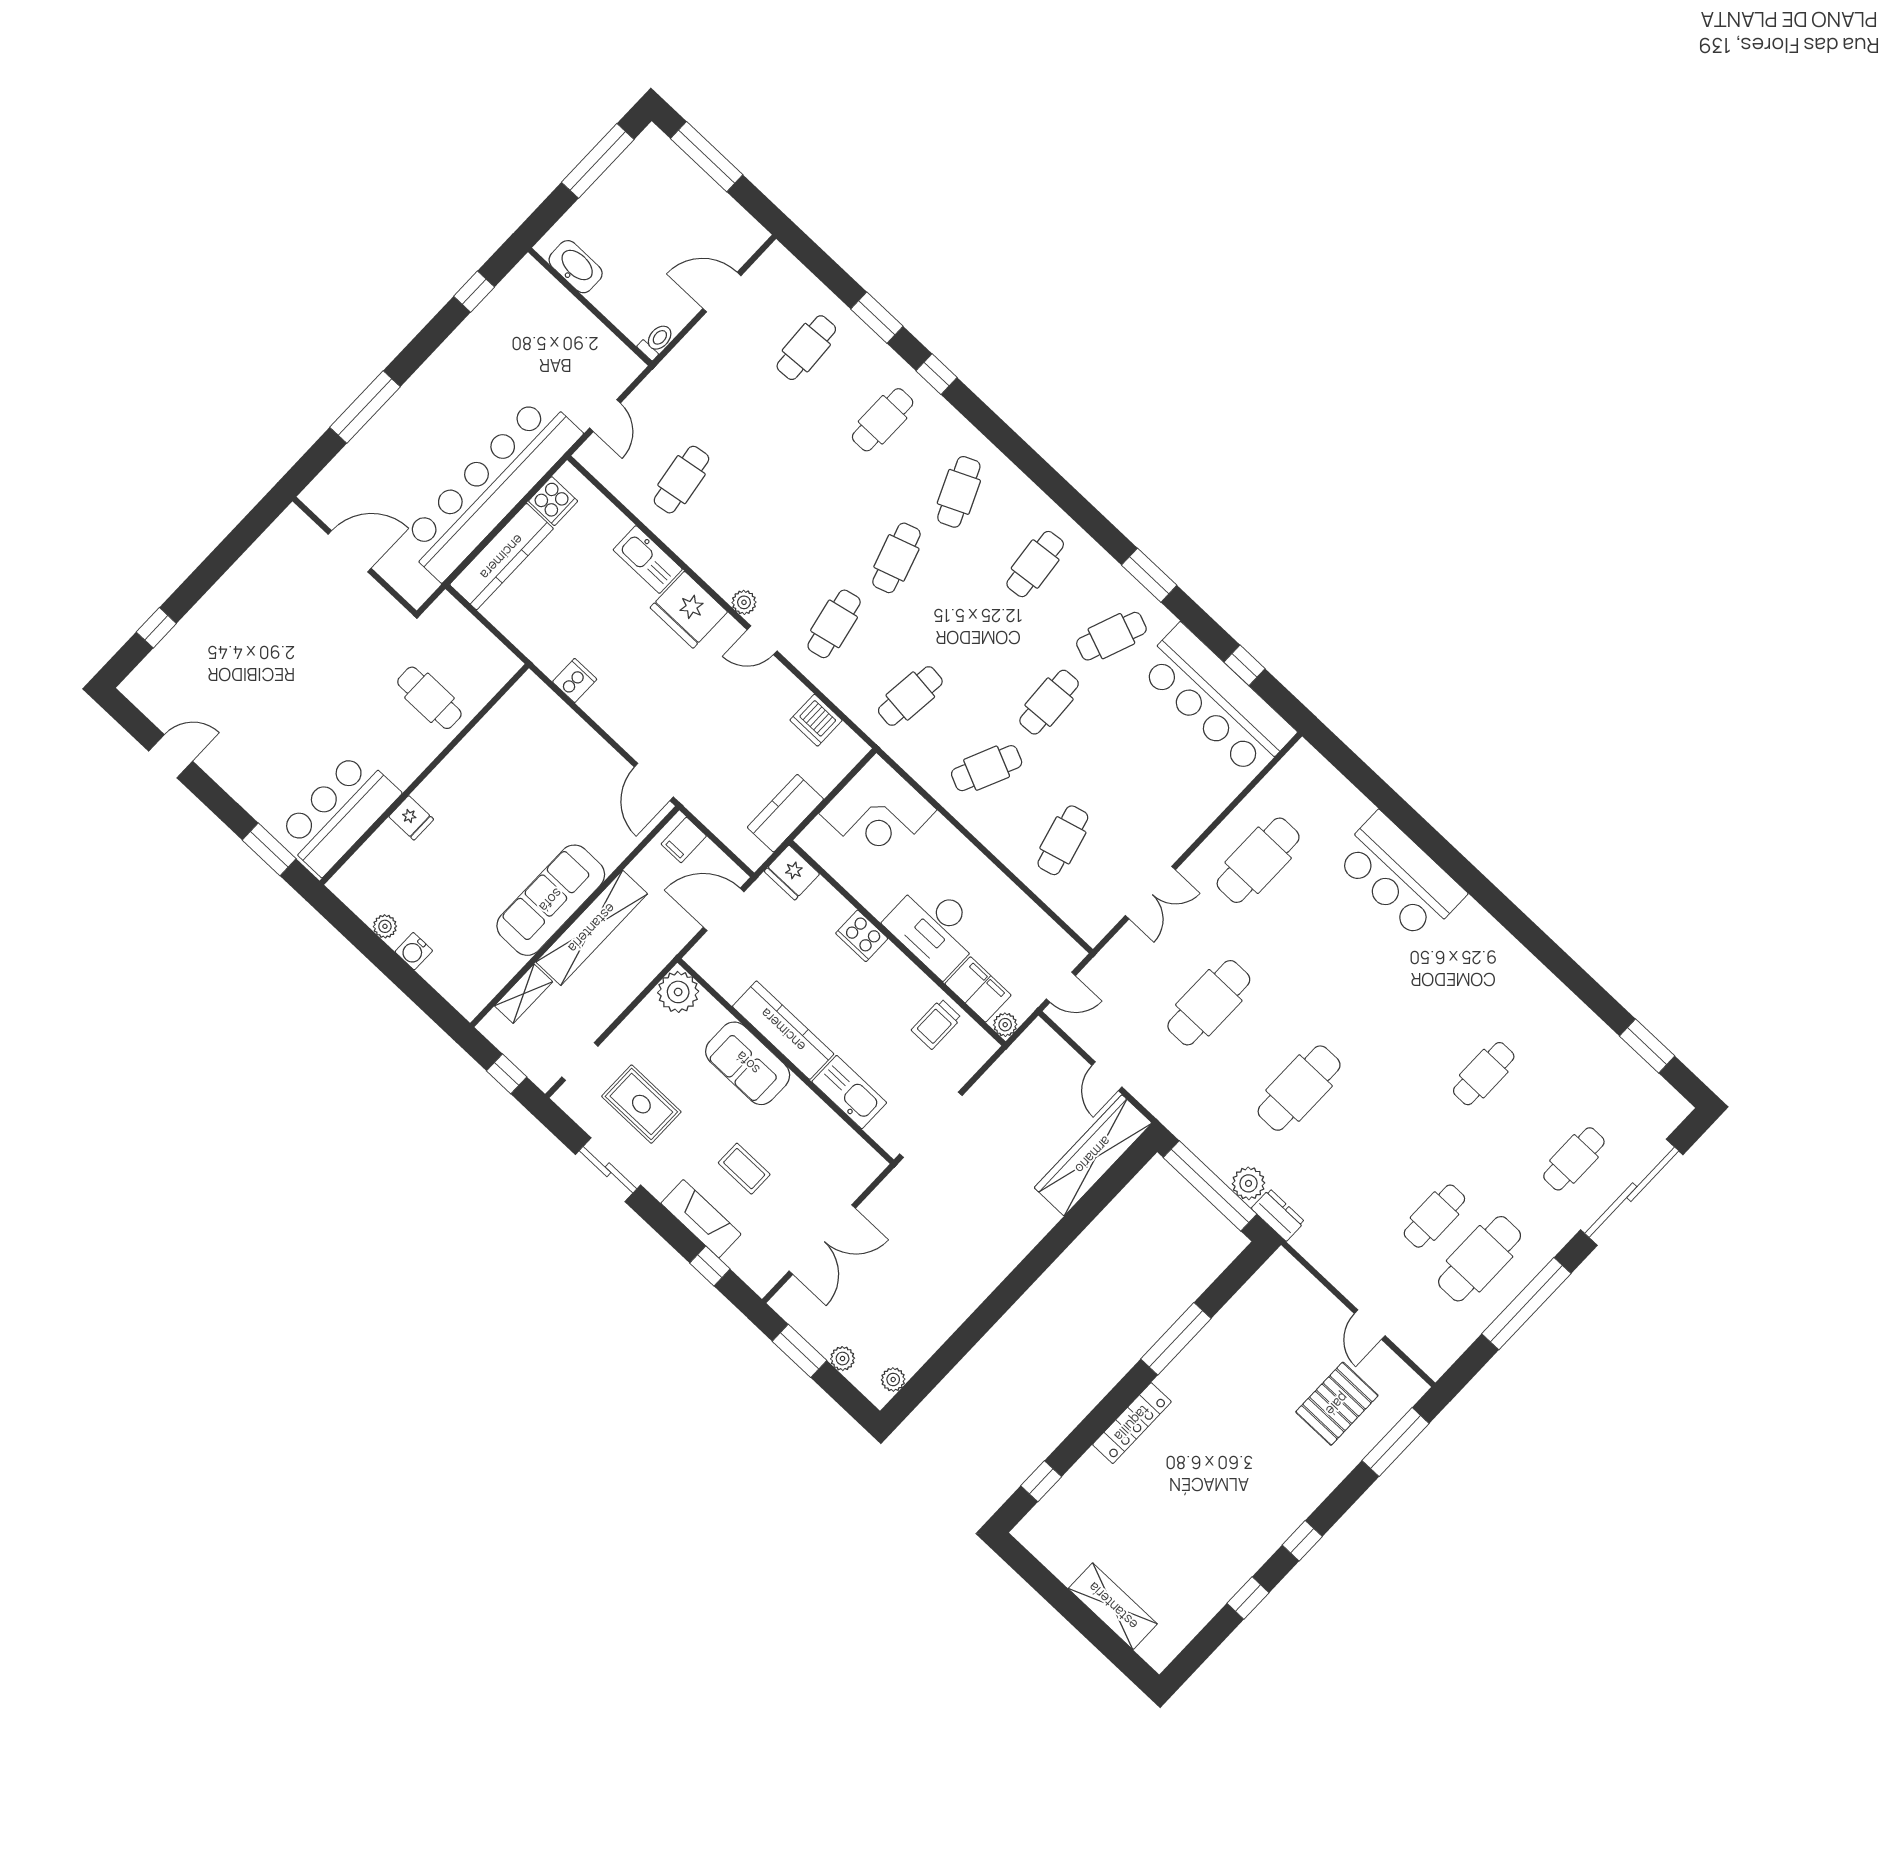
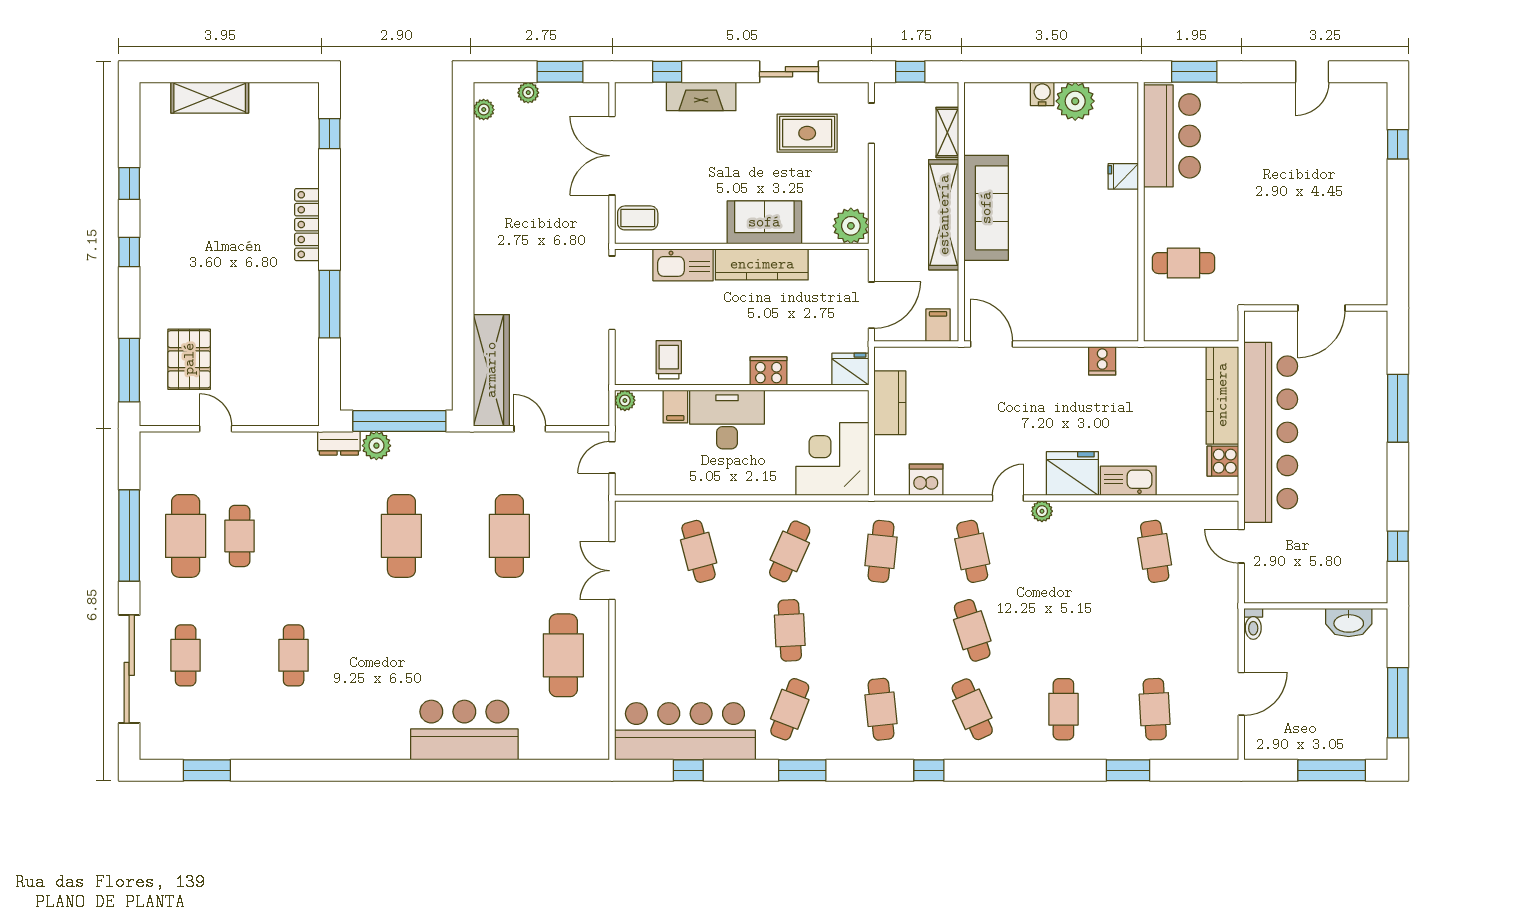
window: (937, 374) -> (929, 770), moved
plant: (385, 926) -> (1075, 101), width x1.88, depth x1.88
filing cabinet: (978, 989) -> (675, 407), width x0.50
coffee table: (744, 1169) -> (638, 218), moved

